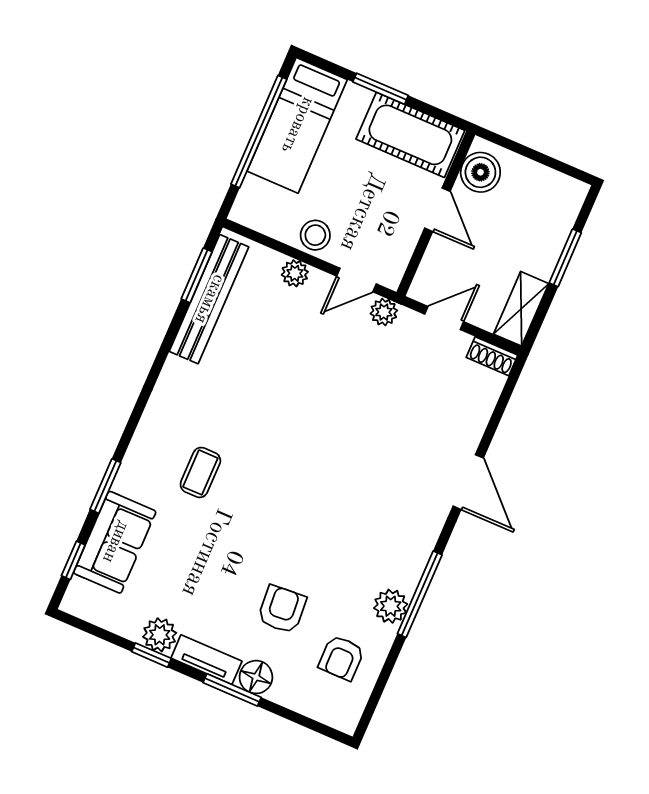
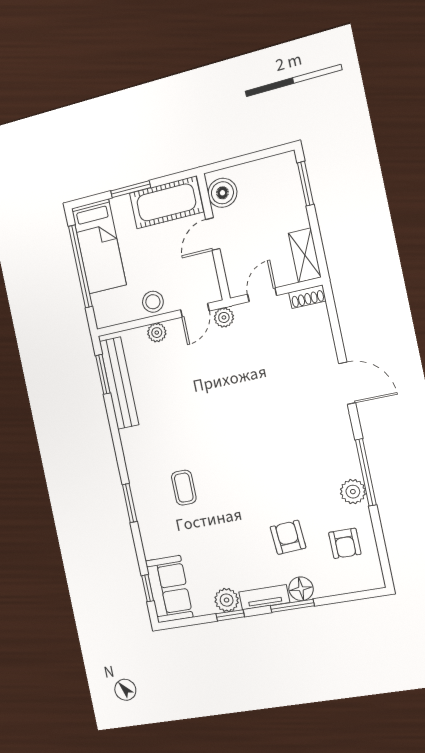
door: (437, 210) -> (213, 234), swing flipped
window: (565, 258) -> (305, 184), moved
window: (105, 486) -> (130, 503), moved
sofa: (115, 542) -> (169, 589), moved

